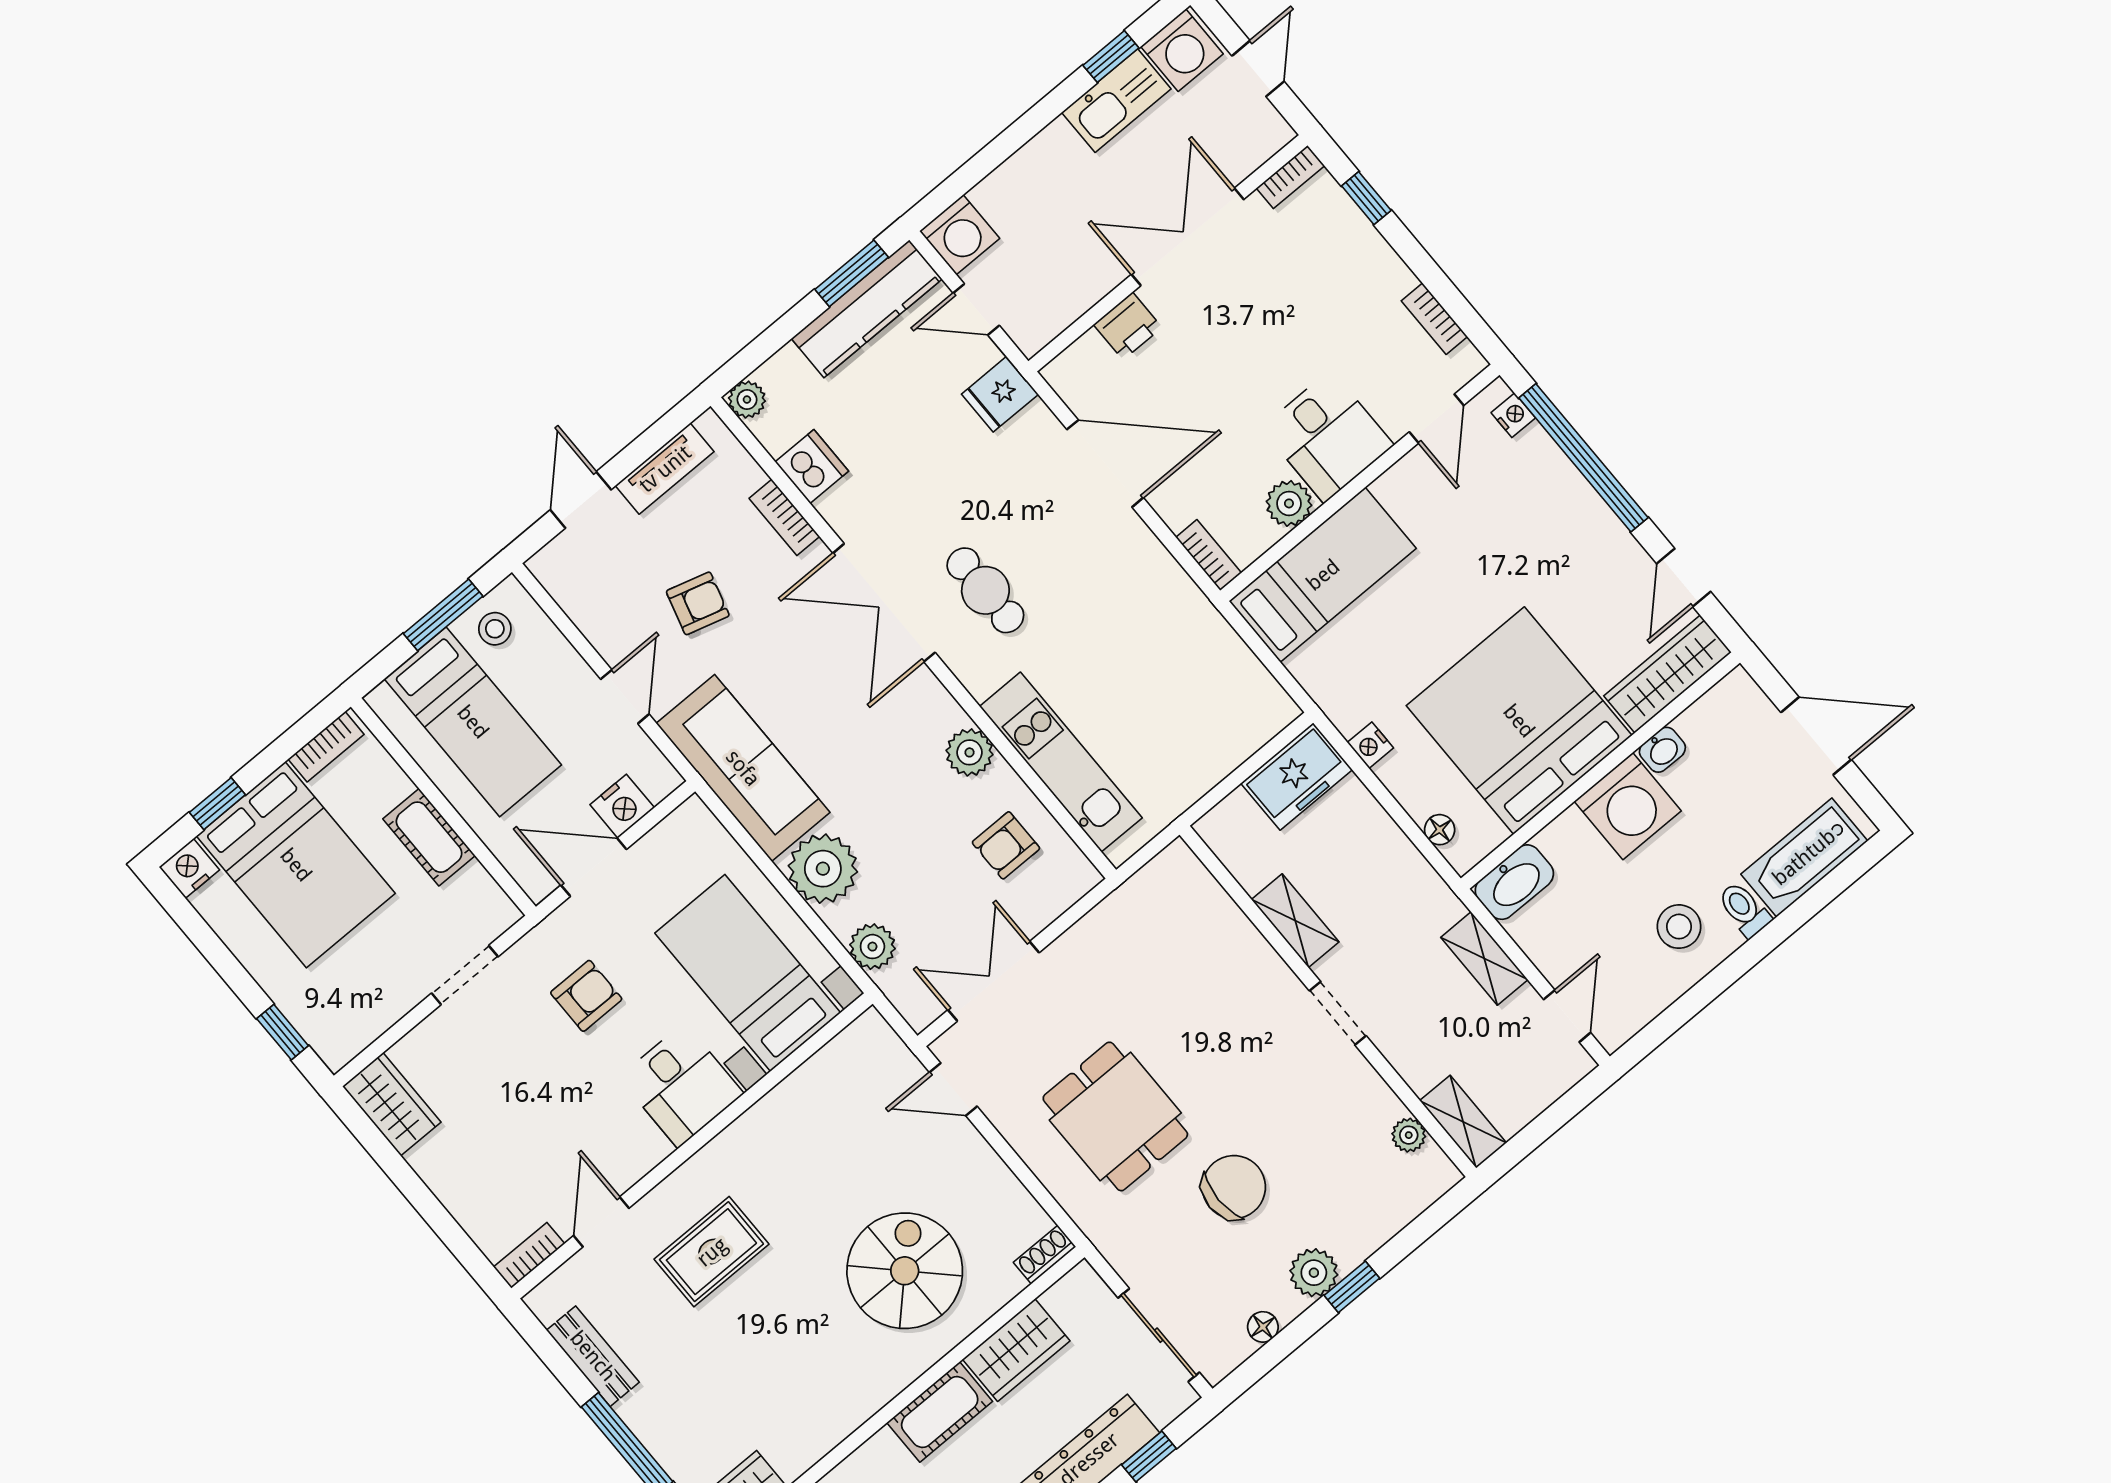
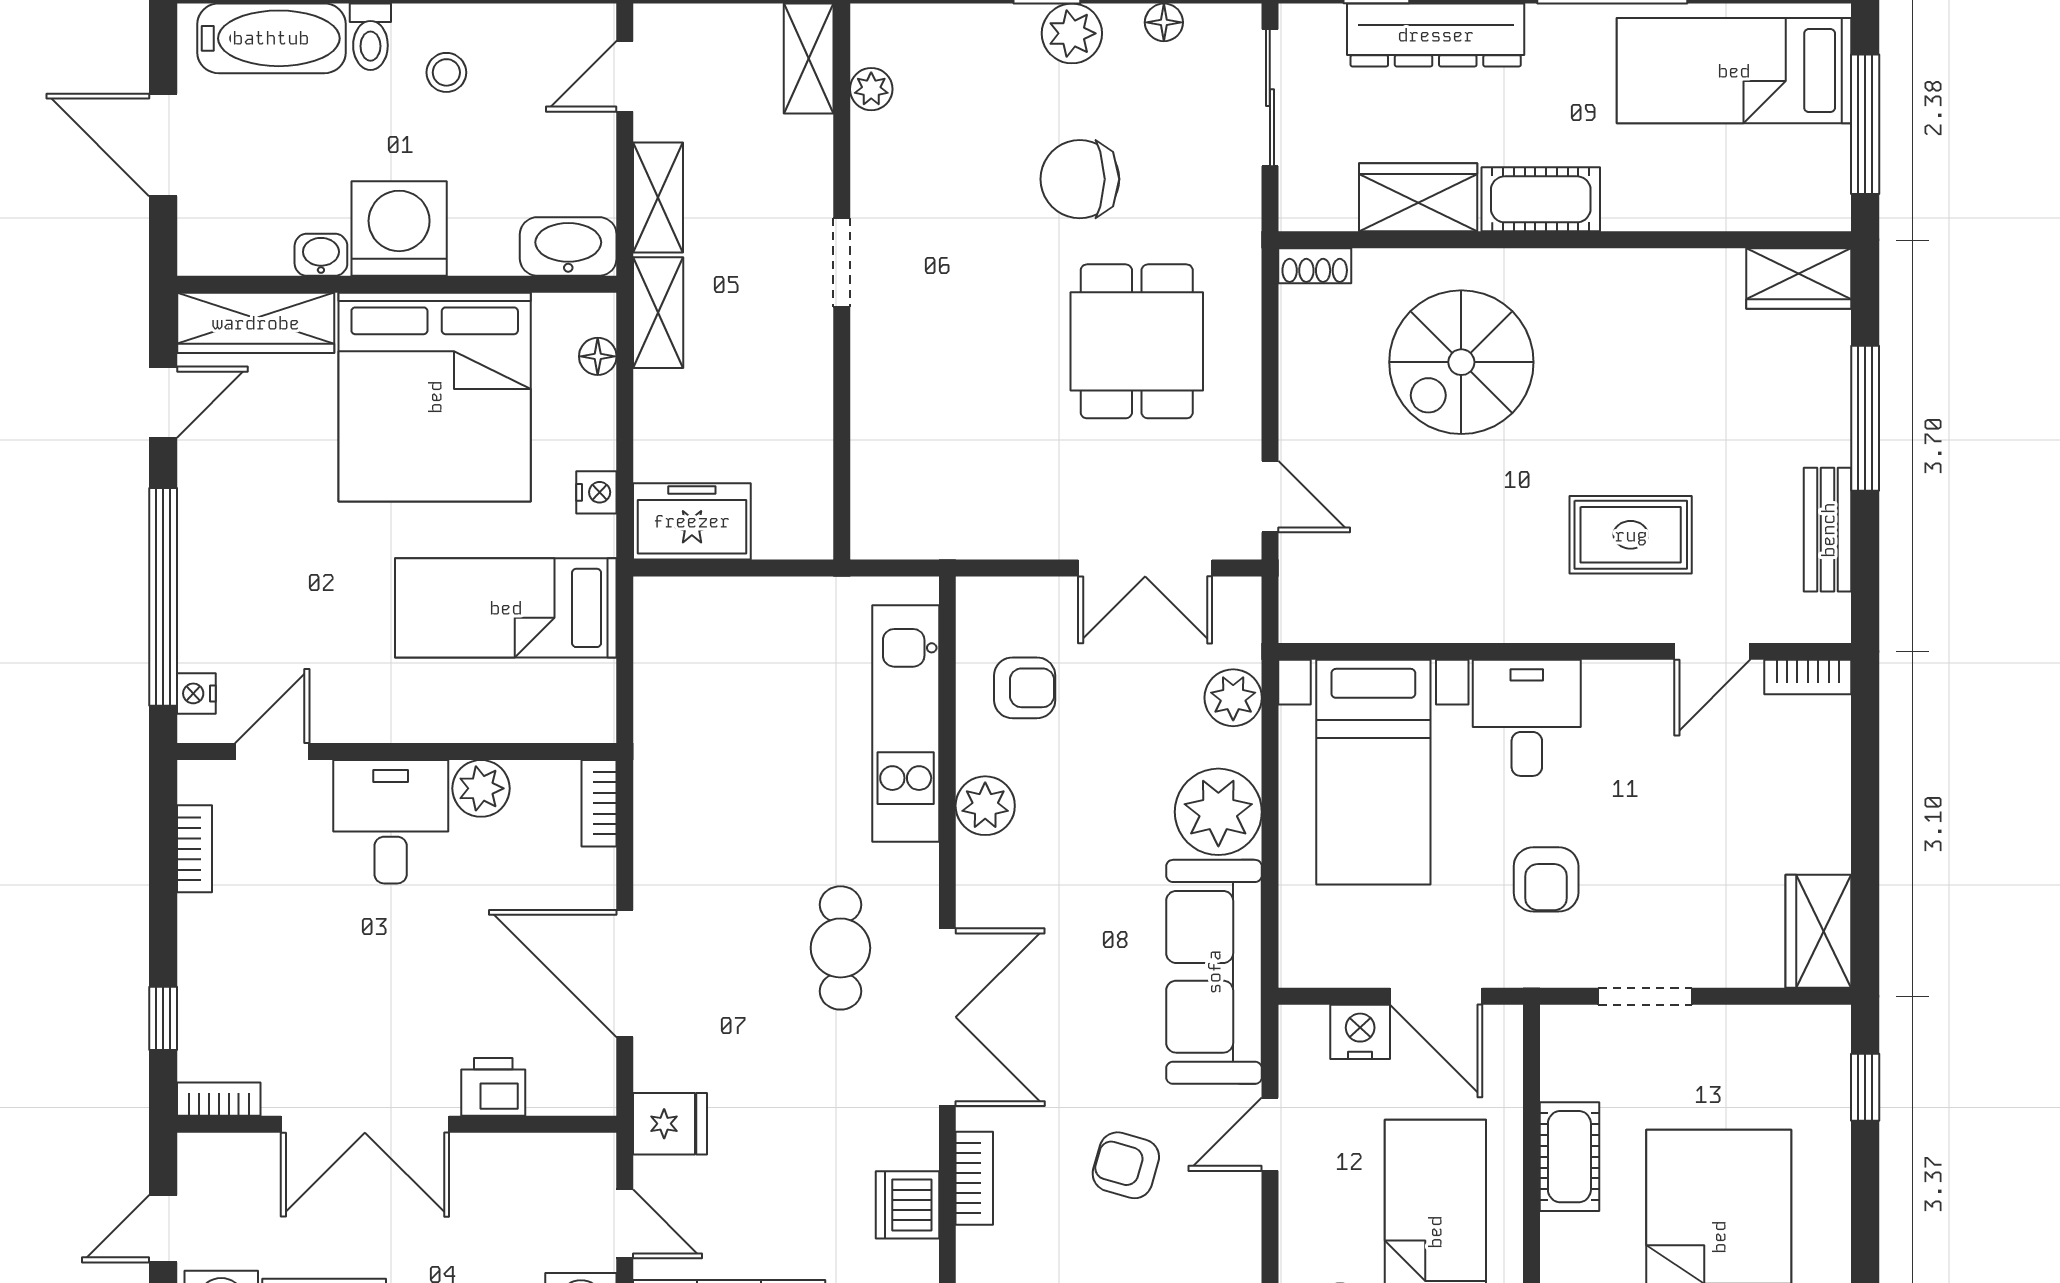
bed: (1323, 575) -> (506, 608), moved
shelving: (1295, 921) -> (658, 313), moved
stool: (1679, 927) -> (446, 72), width x0.73, depth x0.73
armchair: (586, 996) -> (1546, 879), turned -90

